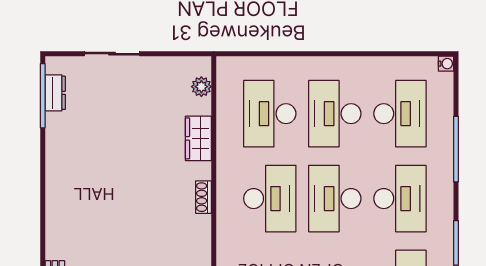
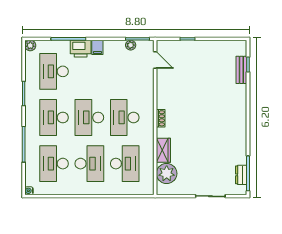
plant: (201, 87) -> (167, 174), width x1.88, depth x1.88
desk: (335, 199) -> (89, 117), turned 180

